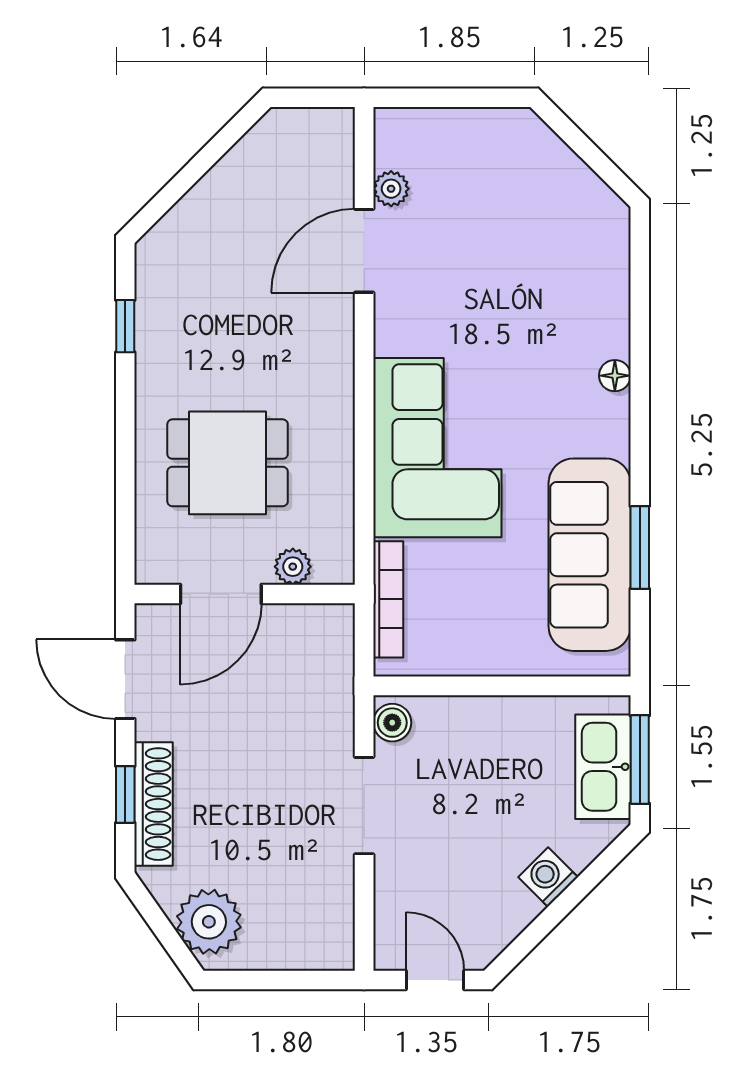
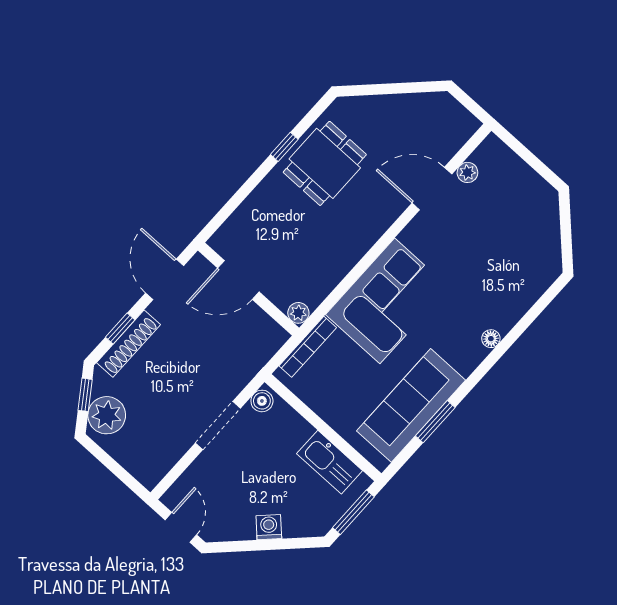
window: (125, 326) -> (284, 147), moved
dining table: (228, 463) -> (325, 163), moved, turned 90
plant: (293, 567) -> (298, 313), moved
kitchen sink: (603, 767) -> (330, 462), moved, turned -90
window: (157, 921) -> (85, 395), added

